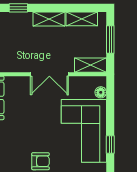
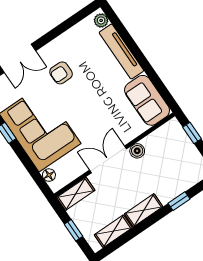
window: (110, 39) -> (74, 230), width x0.67
boiler: (24, 66) -> (137, 151), added

